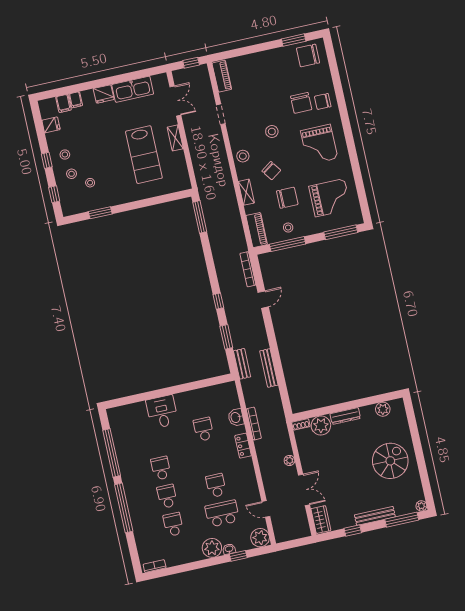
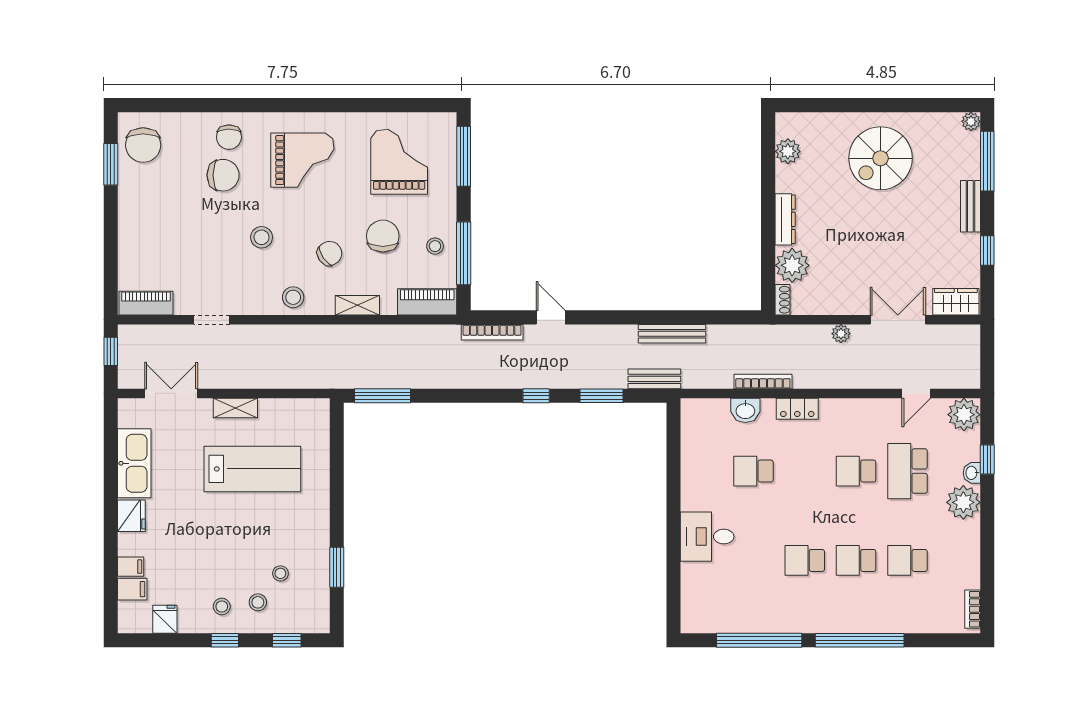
spiral stairs: (390, 461) -> (881, 158), turned -90
bench: (375, 516) -> (970, 206), width x0.73

